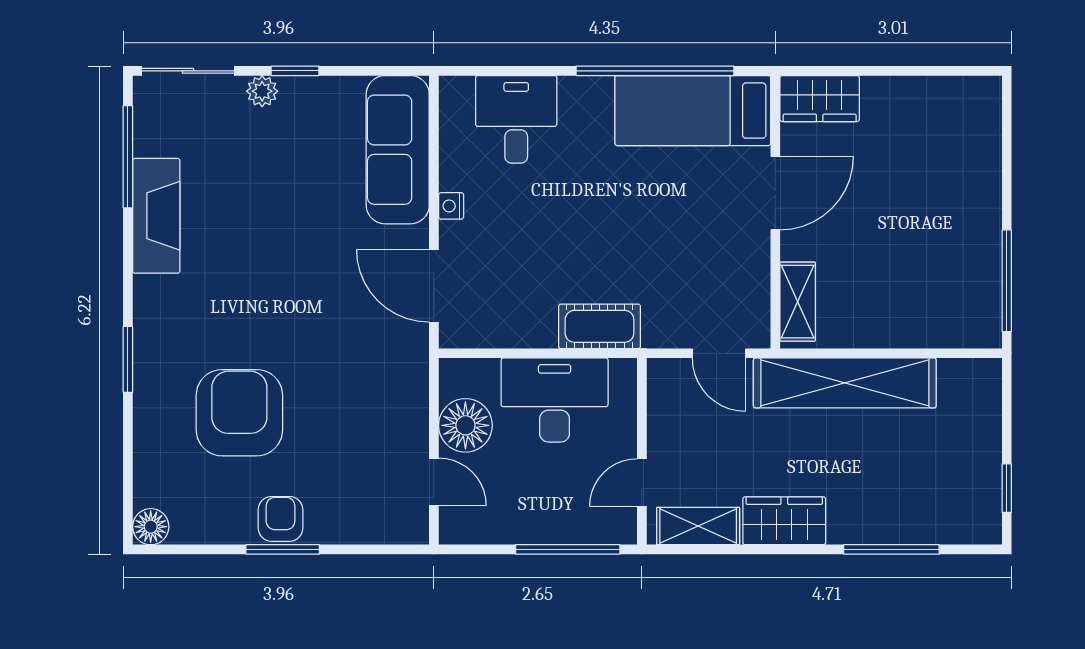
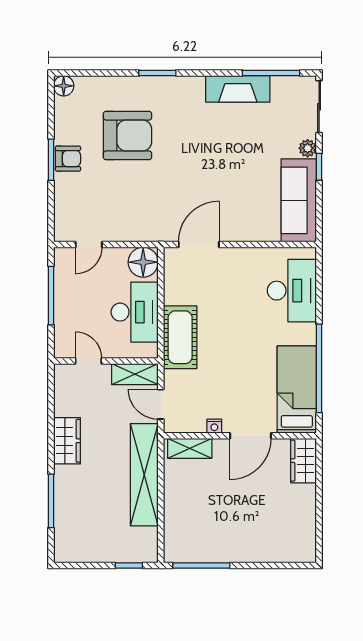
desk: (516, 119) -> (292, 291), width x1.37
sofa: (398, 150) -> (299, 200), moved, turned -90
door: (775, 193) -> (250, 436), hinge flipped
nightstand: (451, 206) -> (214, 426), moved, turned 180
cot: (599, 326) -> (180, 337), width x1.37, depth x1.34
door: (719, 353) -> (161, 404), hinge flipped
floor lamp: (465, 425) -> (143, 262), moved
window: (1007, 488) -> (129, 565), moved
shelving: (698, 526) -> (135, 374), moved, turned 90
window: (568, 549) -> (51, 296), moved

